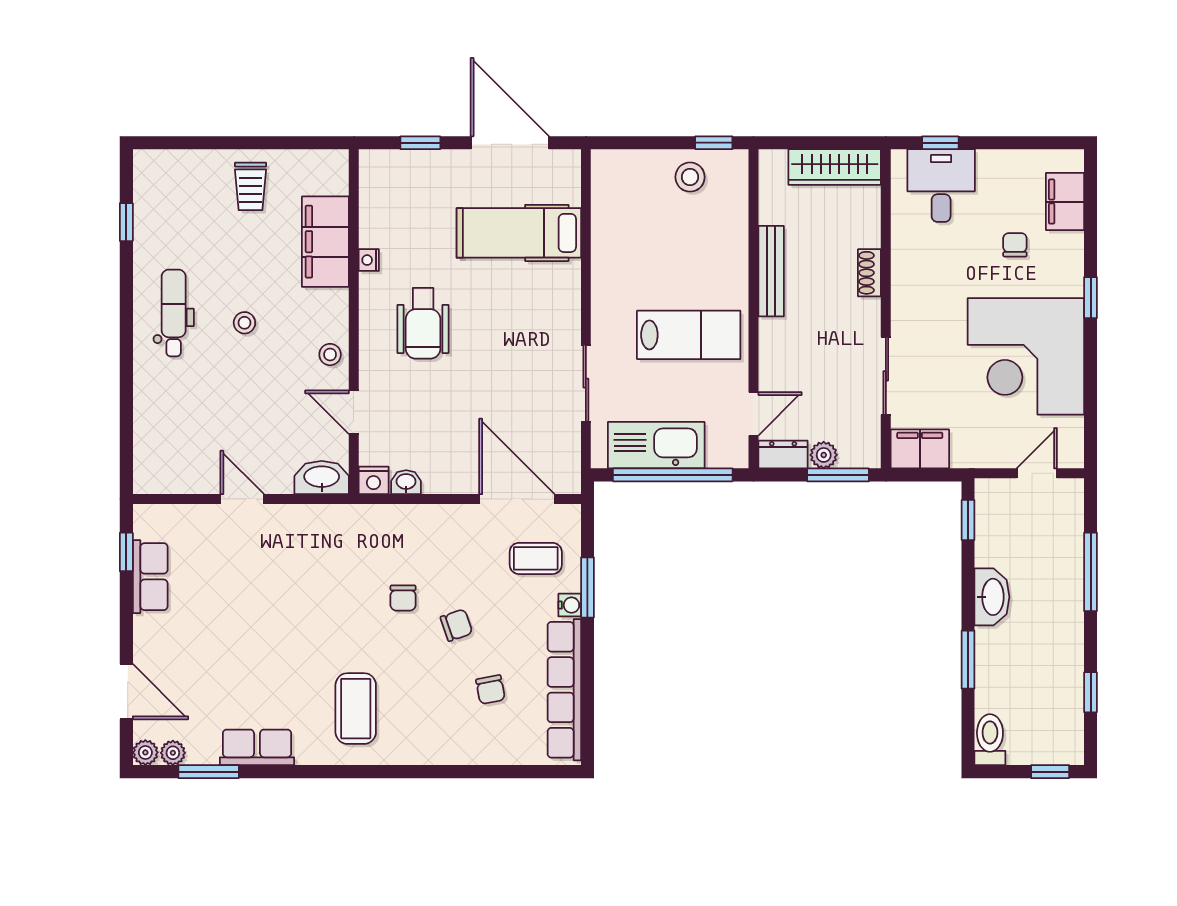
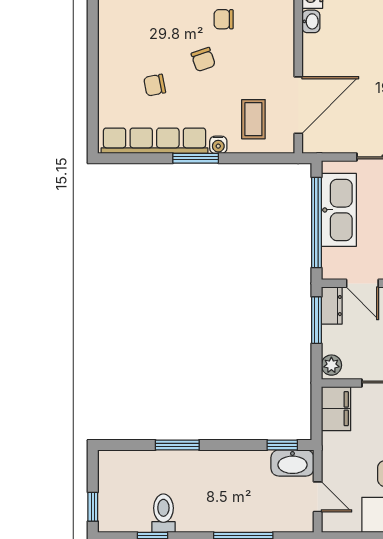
plant: (824, 455) -> (331, 365), moved
window: (838, 475) -> (316, 320), moved
window: (587, 587) -> (196, 158), moved
washbasin: (992, 597) -> (292, 463), moved
toilet: (990, 740) -> (163, 513), moved, turned -90

